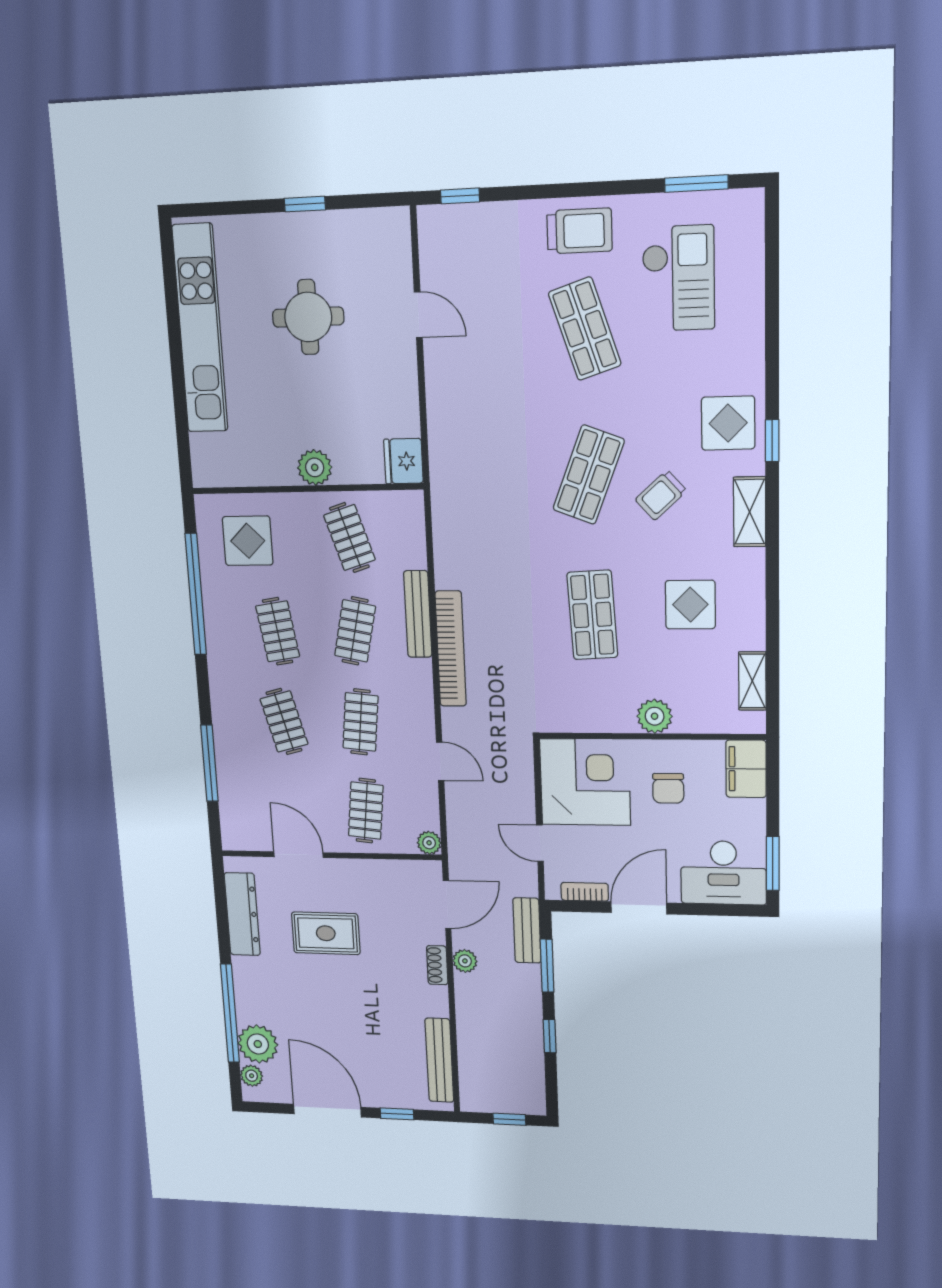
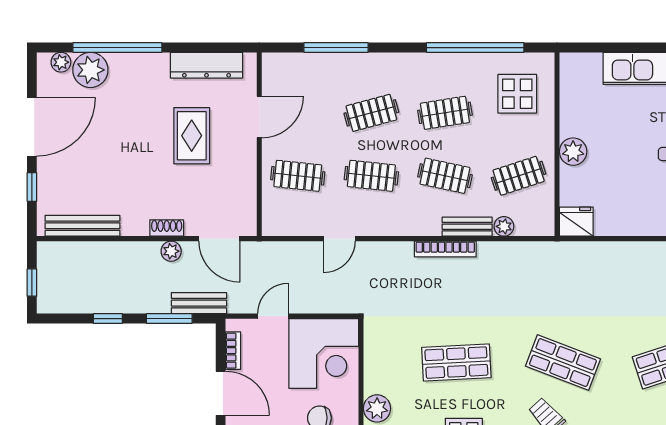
bench: (418, 614) -> (467, 227), width x0.73
bookcase: (451, 649) -> (445, 249), width x0.68, depth x0.76
plant: (429, 843) -> (504, 226), moved

